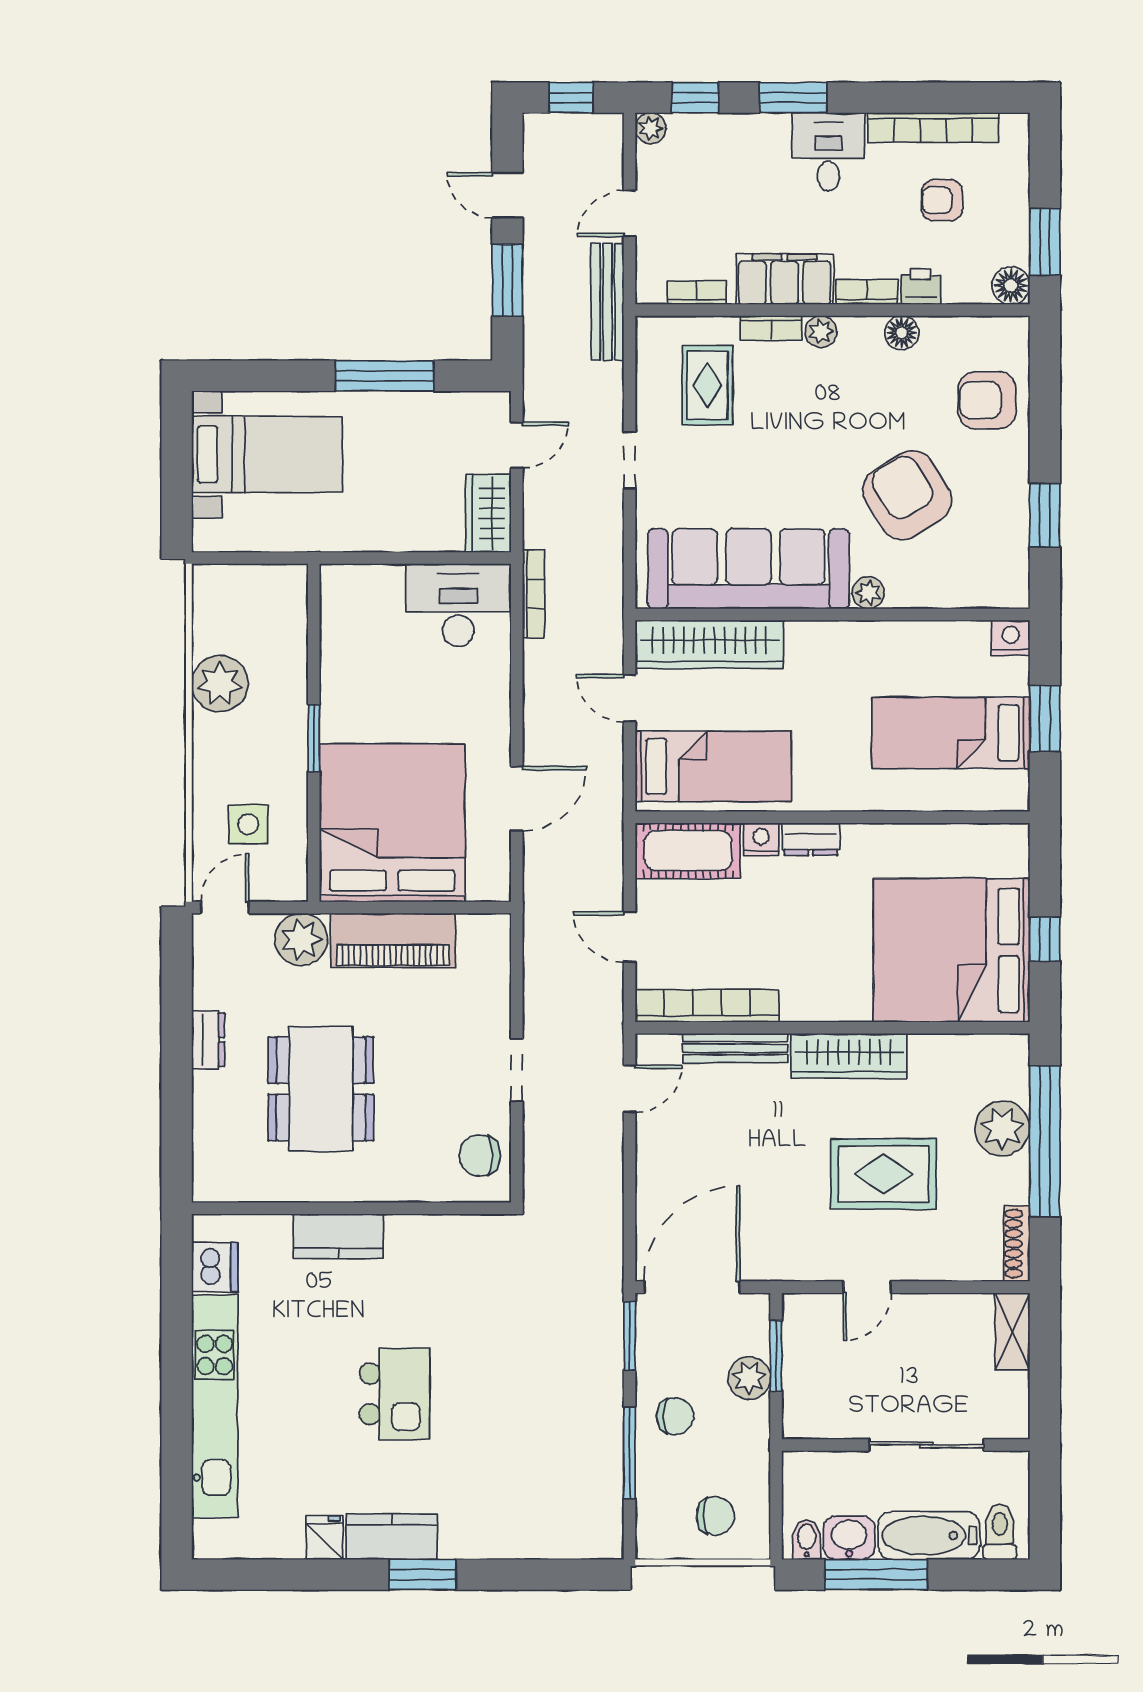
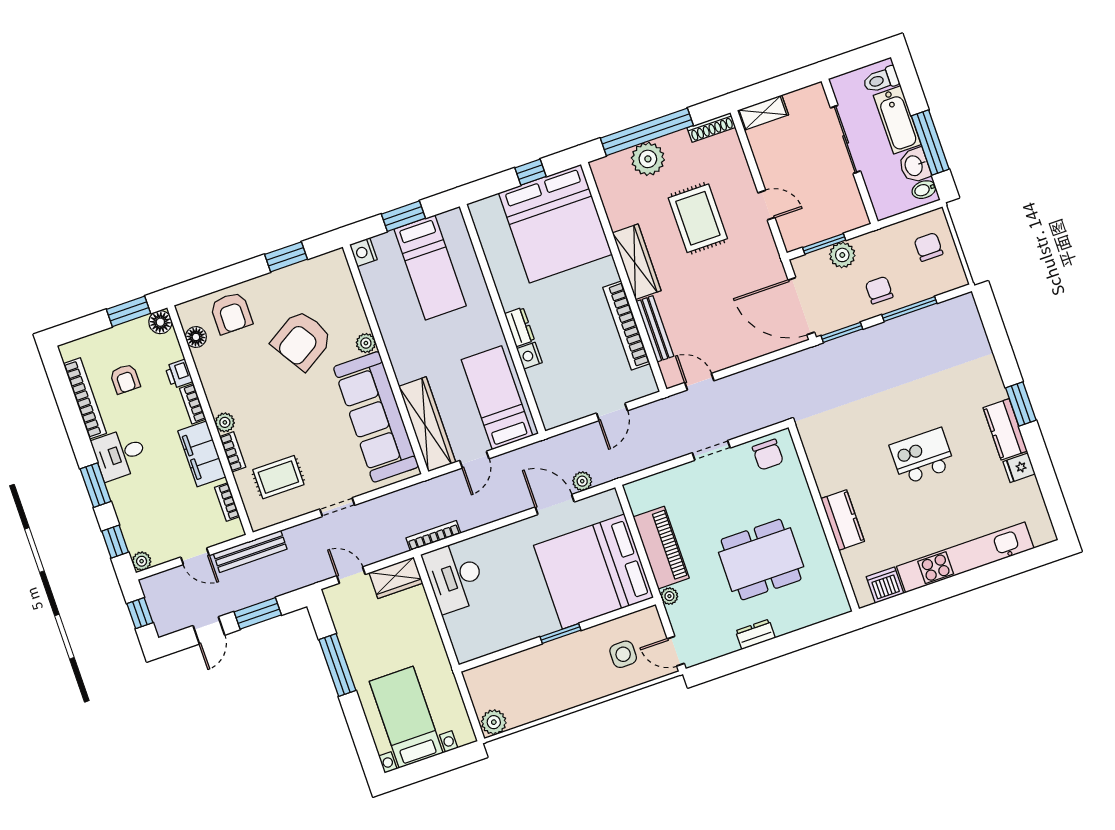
floor lamp: (902, 333) -> (196, 337), moved
plant: (220, 684) -> (494, 722), moved, width x0.73, depth x0.73
cot: (688, 851) -> (551, 395), removed
plant: (538, 854) -> (582, 481), added
plant: (301, 939) -> (669, 596), width x0.53, depth x0.53
bookcase: (707, 1006) -> (626, 325), moved

